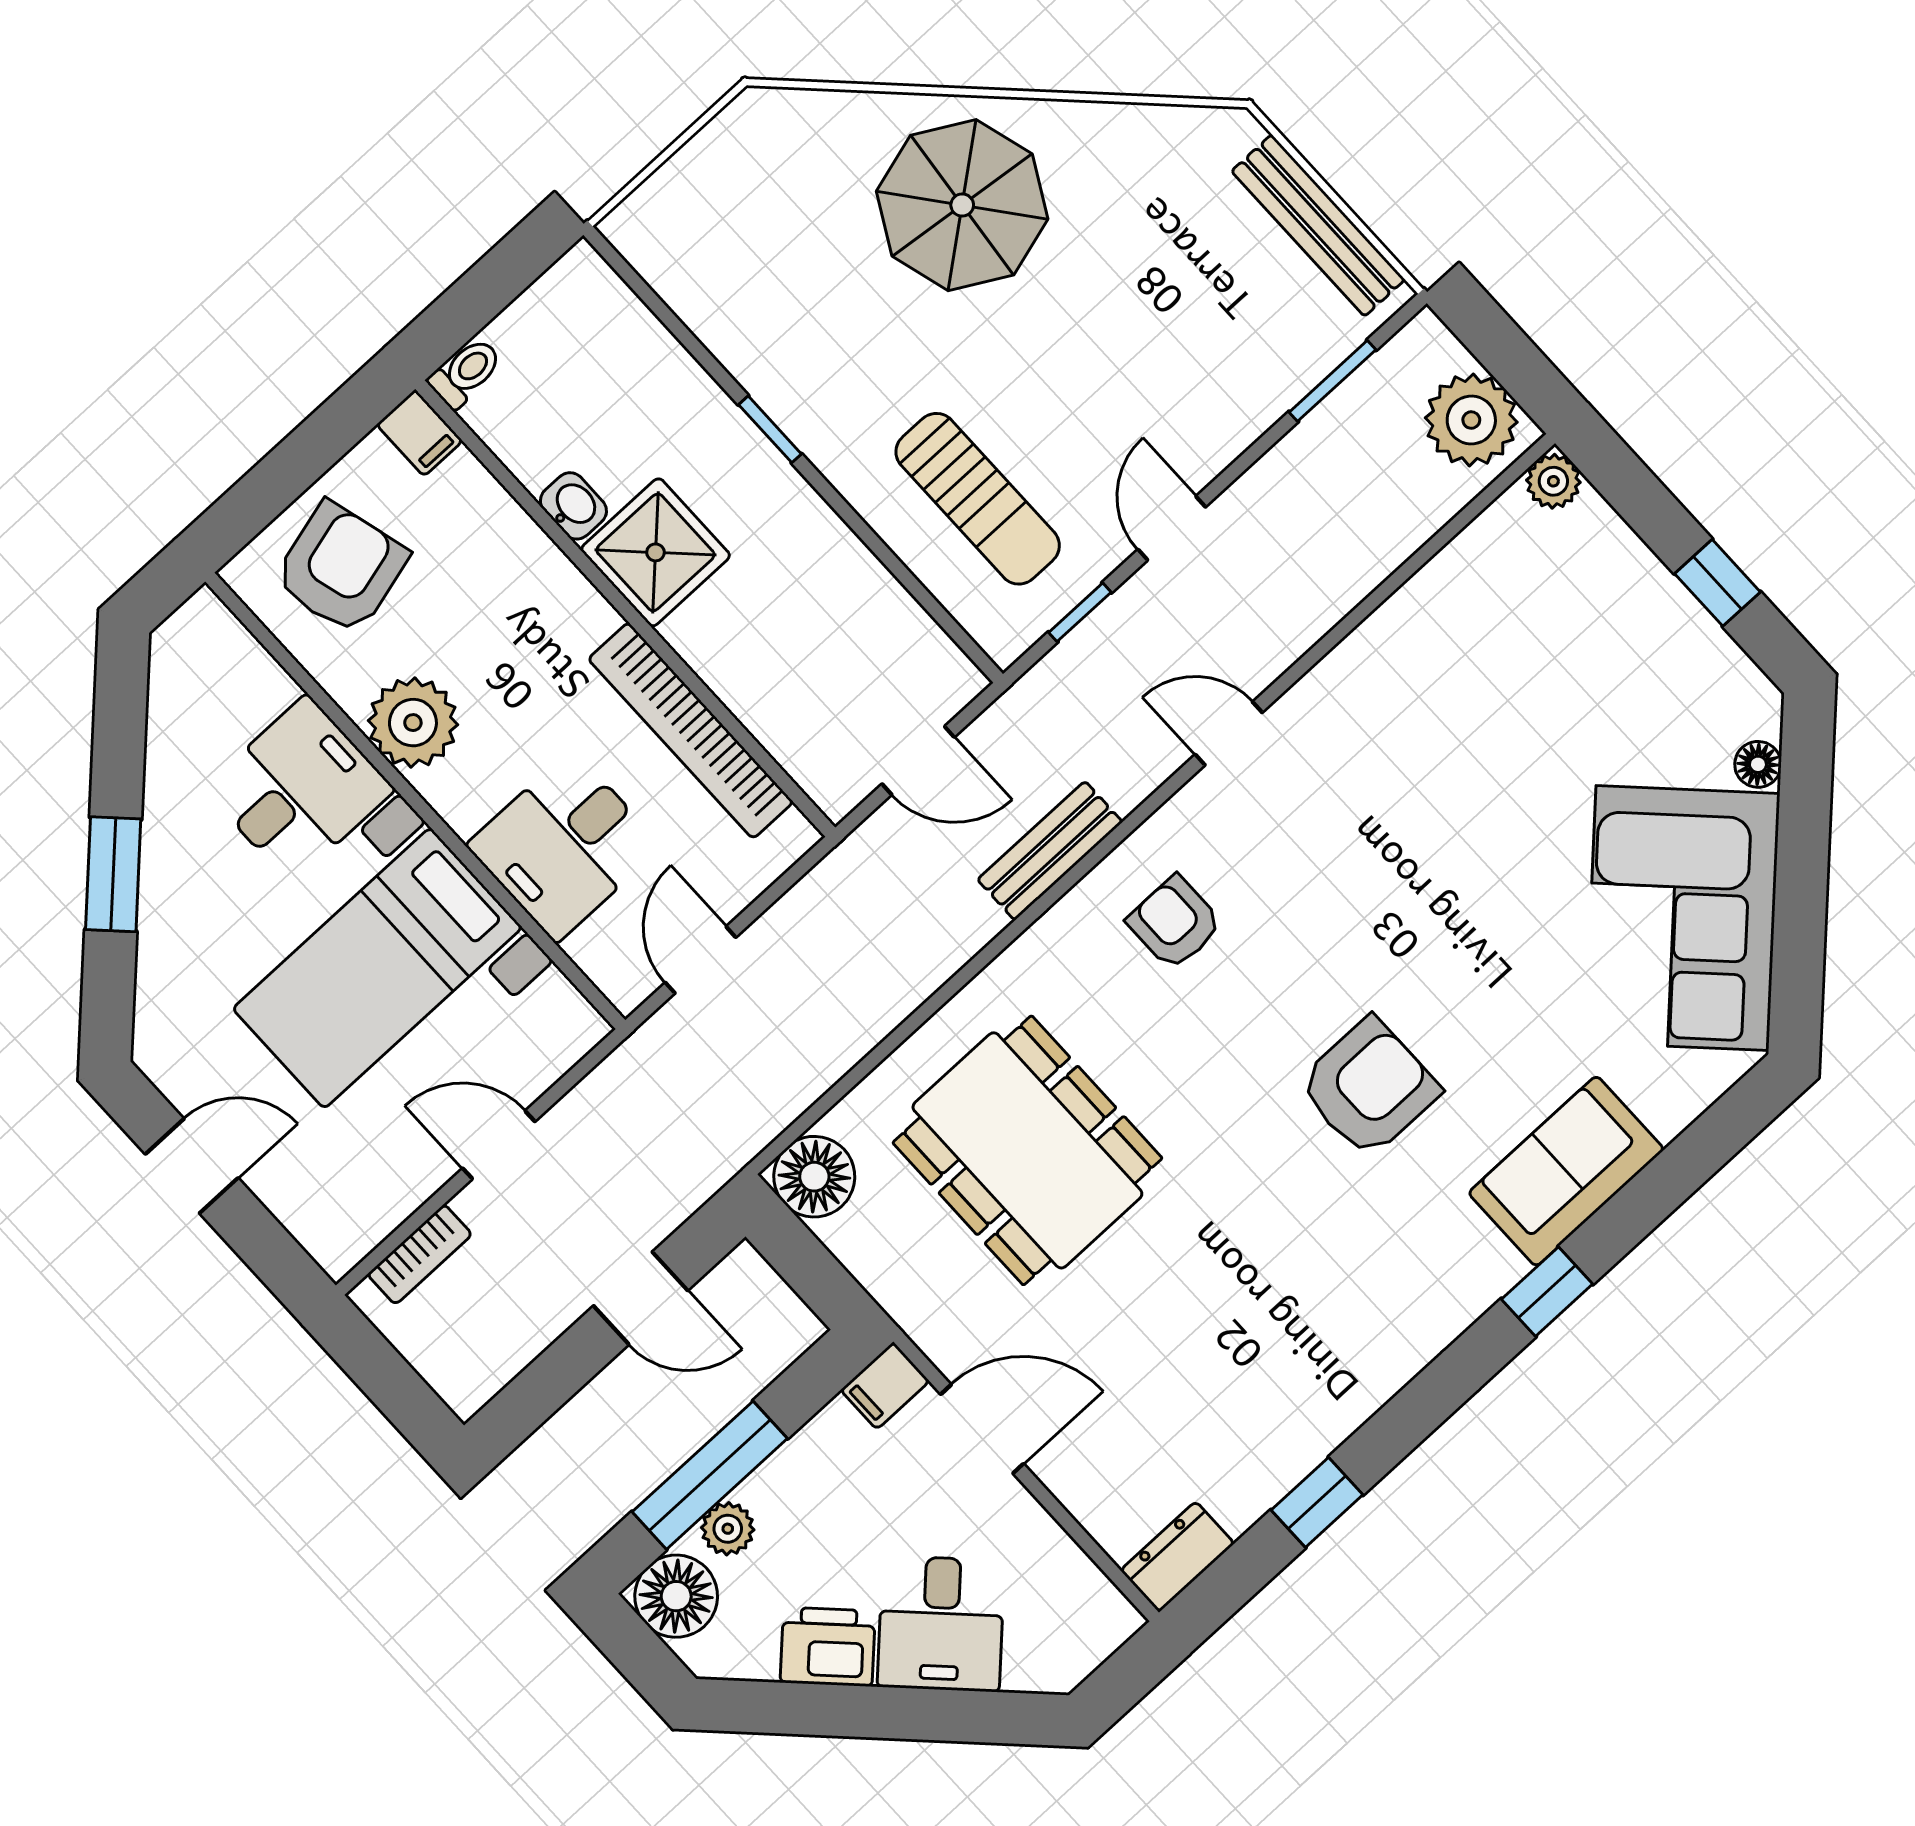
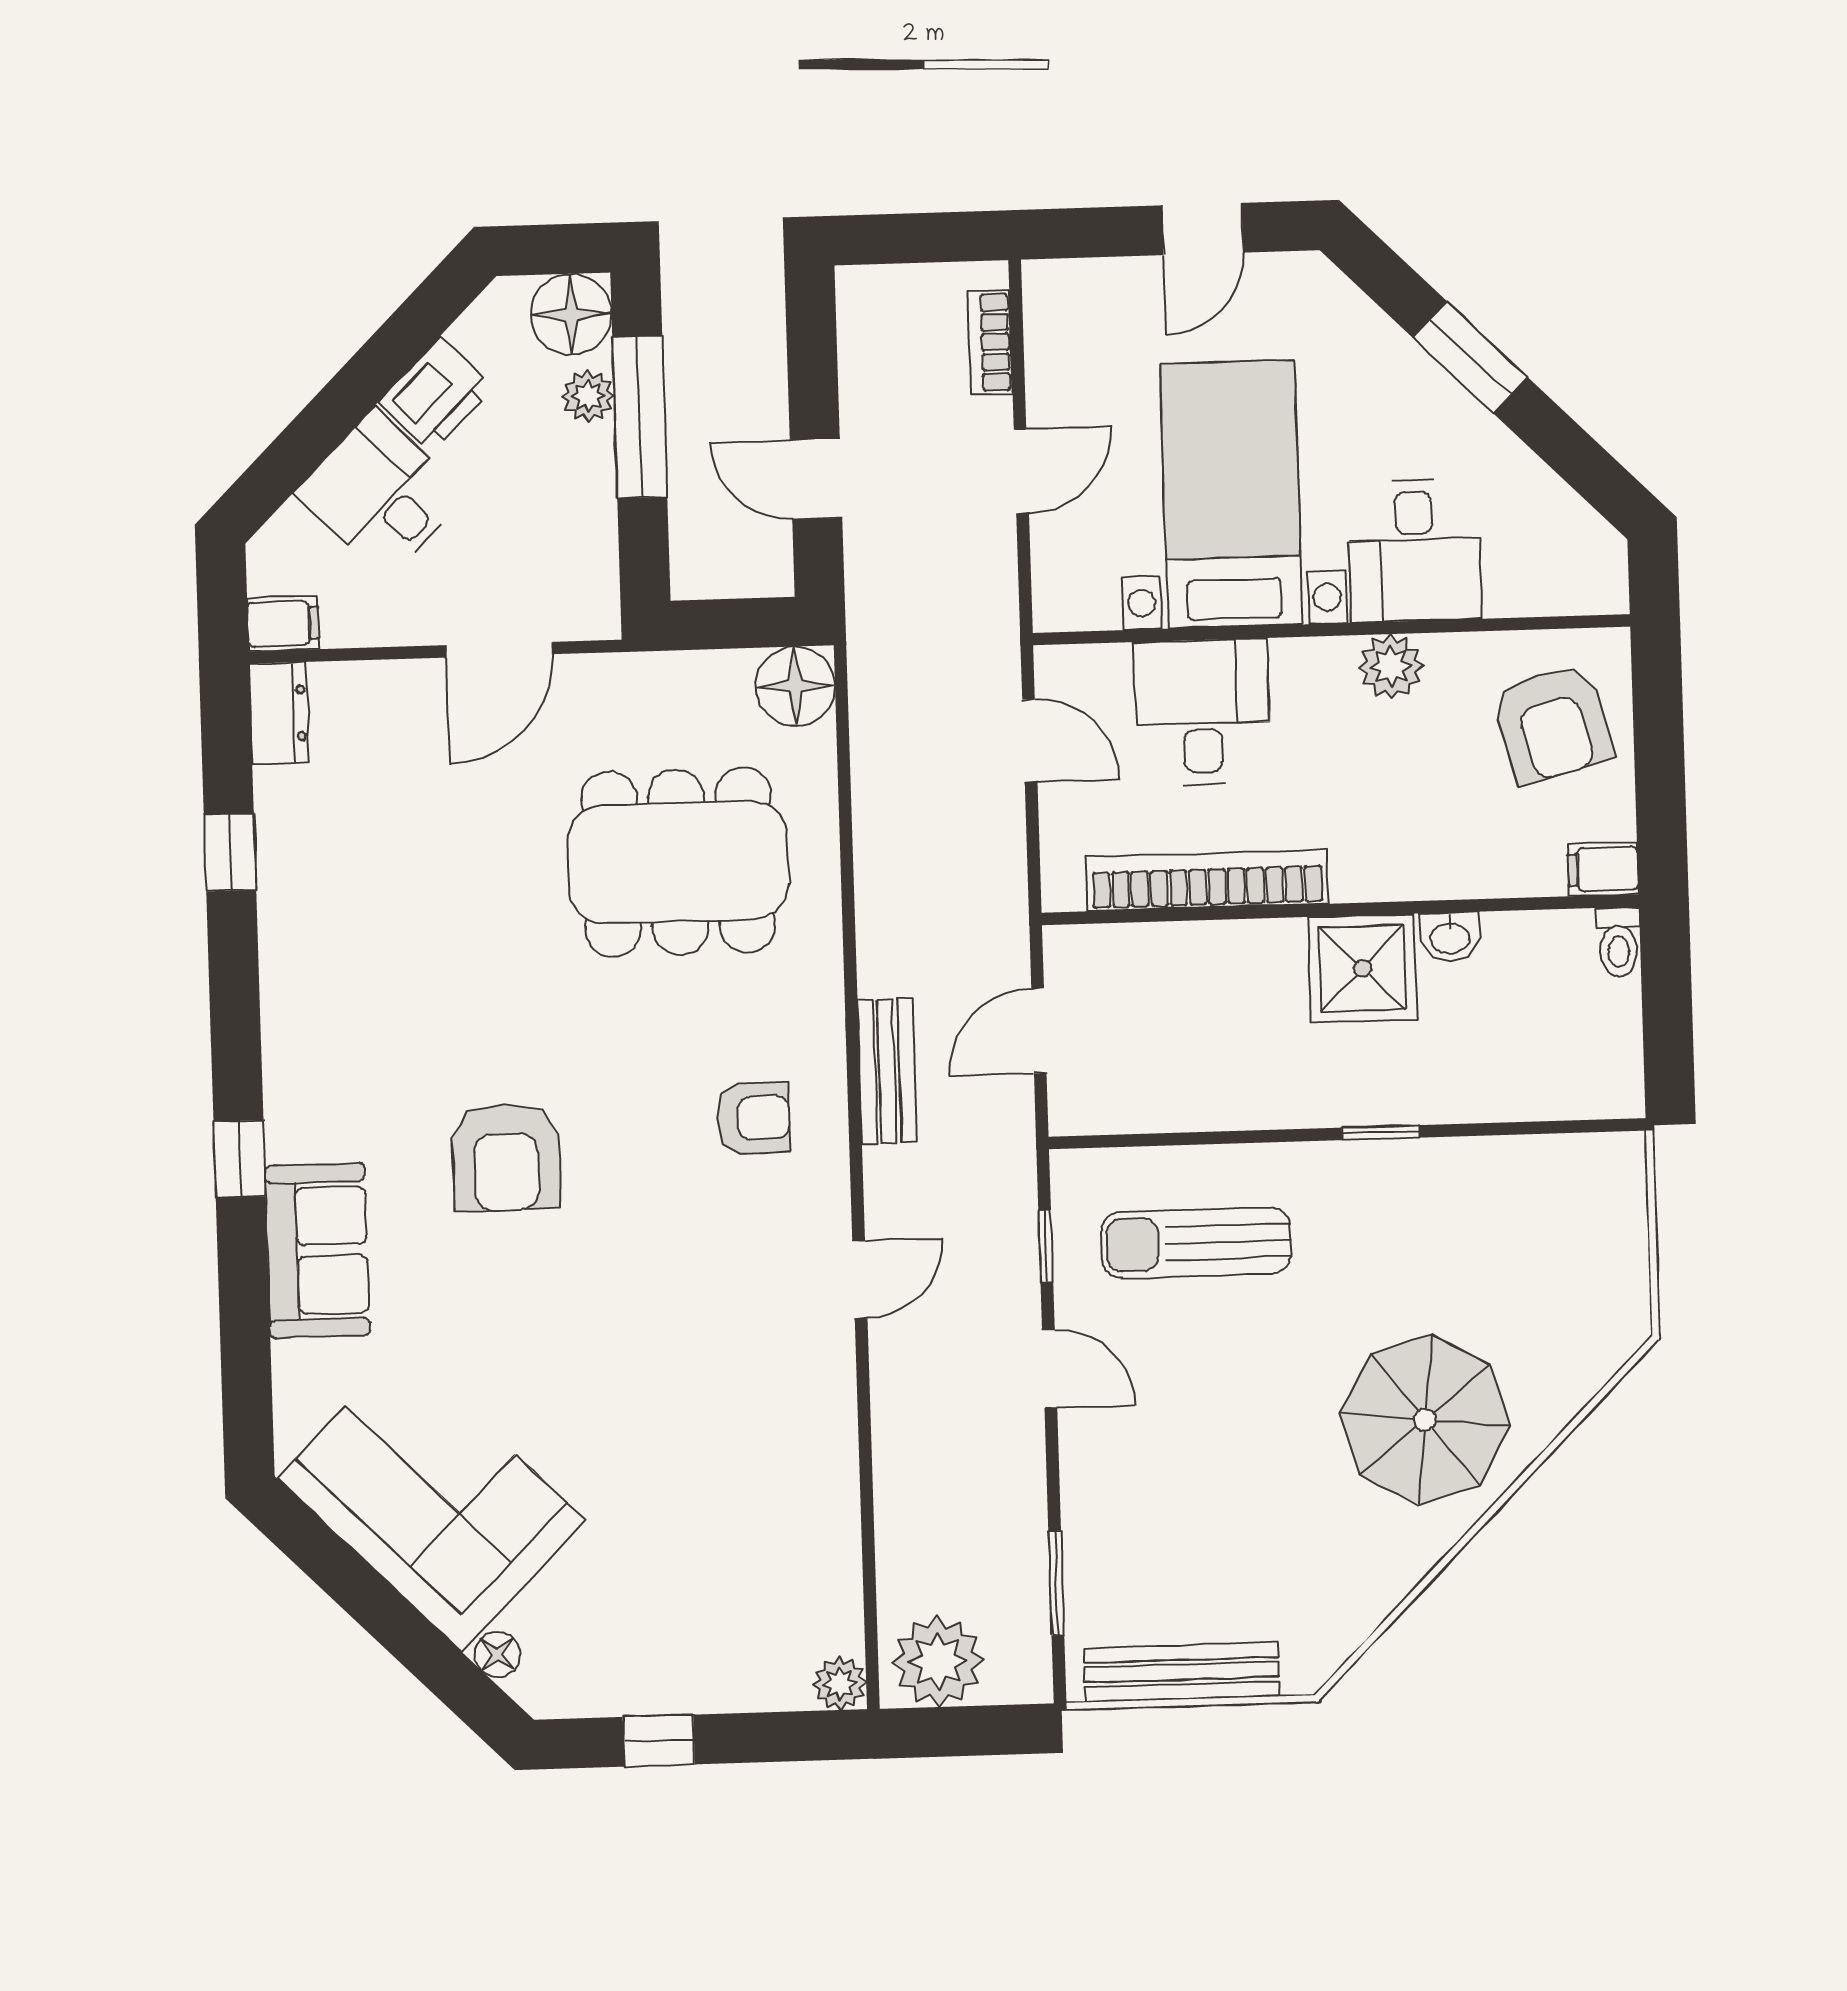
plant: (413, 723) -> (1391, 667), width x0.73, depth x0.73
door: (641, 1298) -> (816, 479), hinge flipped
filing cabinet: (885, 1386) -> (283, 624), moved, turned 90

